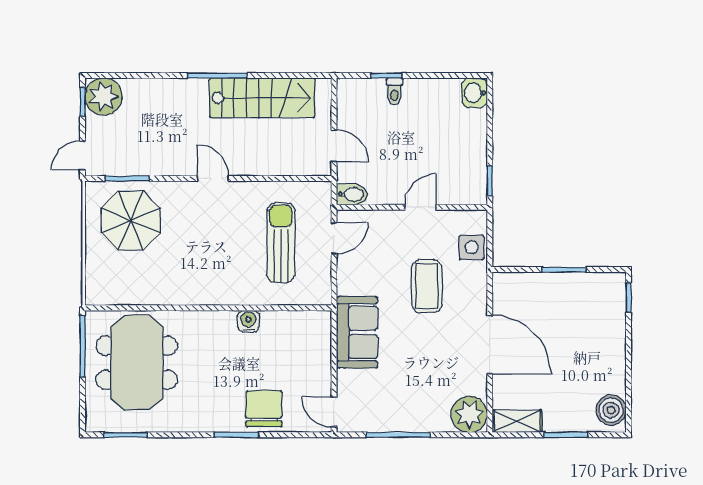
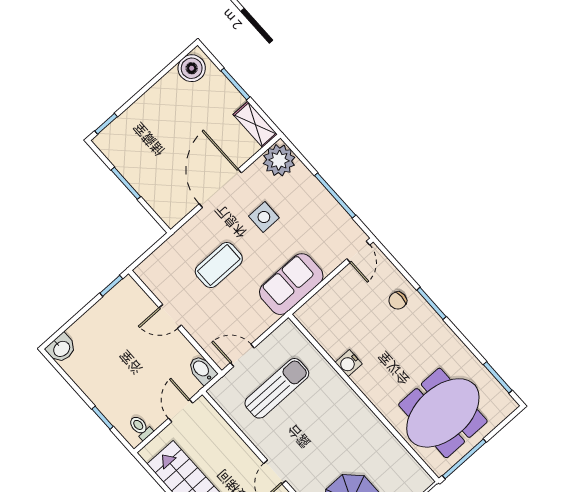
toilet: (394, 91) -> (140, 427), moved, turned -90
sun lounger: (281, 243) -> (277, 388), turned 180
side table: (471, 247) -> (264, 217), moved
chair: (264, 409) -> (398, 301), width x0.54, depth x0.54

